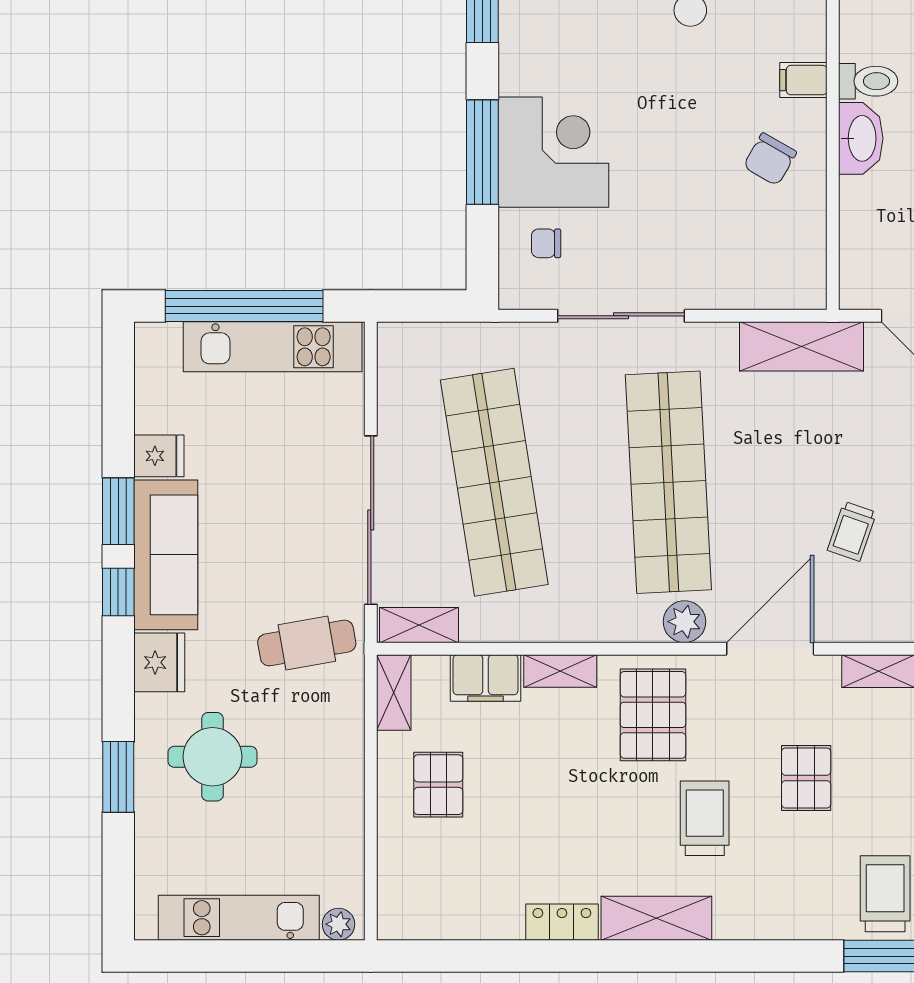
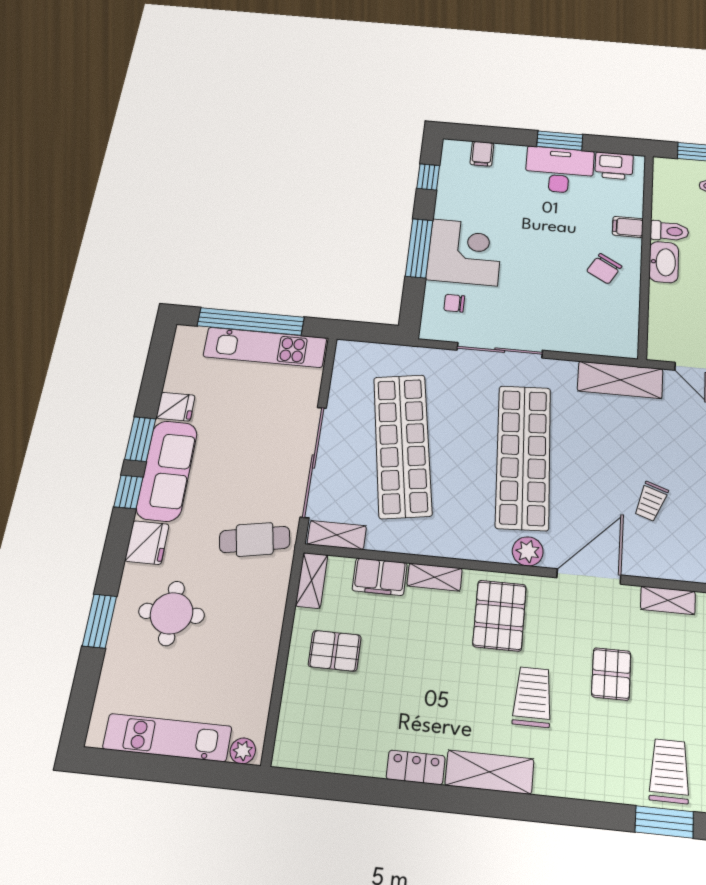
pallet: (438, 785) -> (335, 651), turned 90

